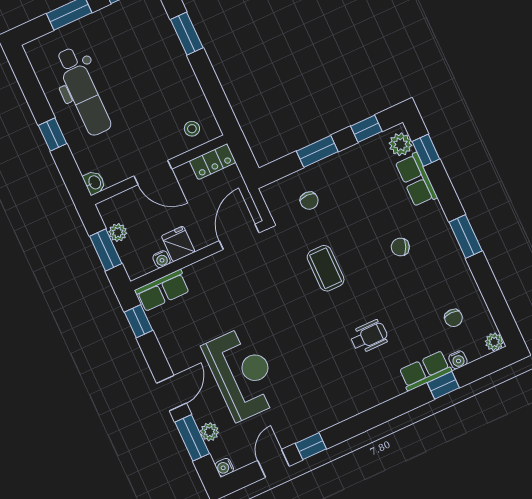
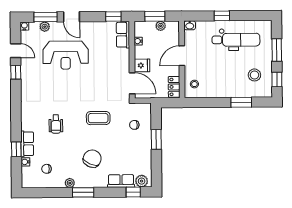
stool: (129, 32) -> (254, 75), added
dental chair: (83, 92) -> (236, 40), turned 180
window: (366, 129) -> (156, 168), removed
fridge: (178, 244) -> (142, 65), moved
chair: (400, 247) -> (92, 159), width x1.87, depth x1.87
plant: (494, 342) -> (70, 183), moved

